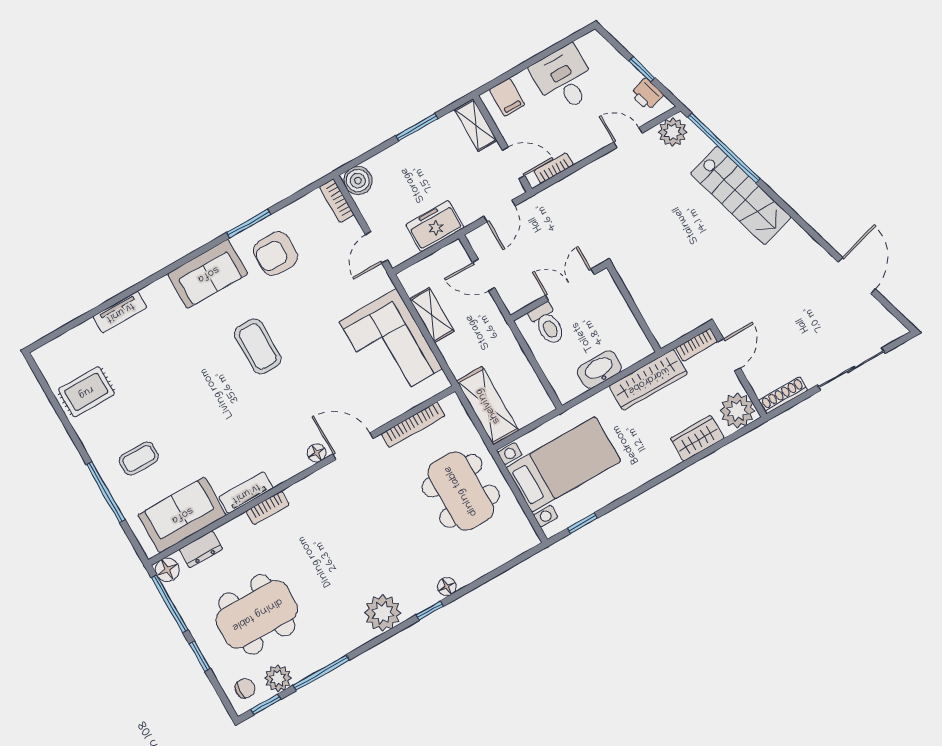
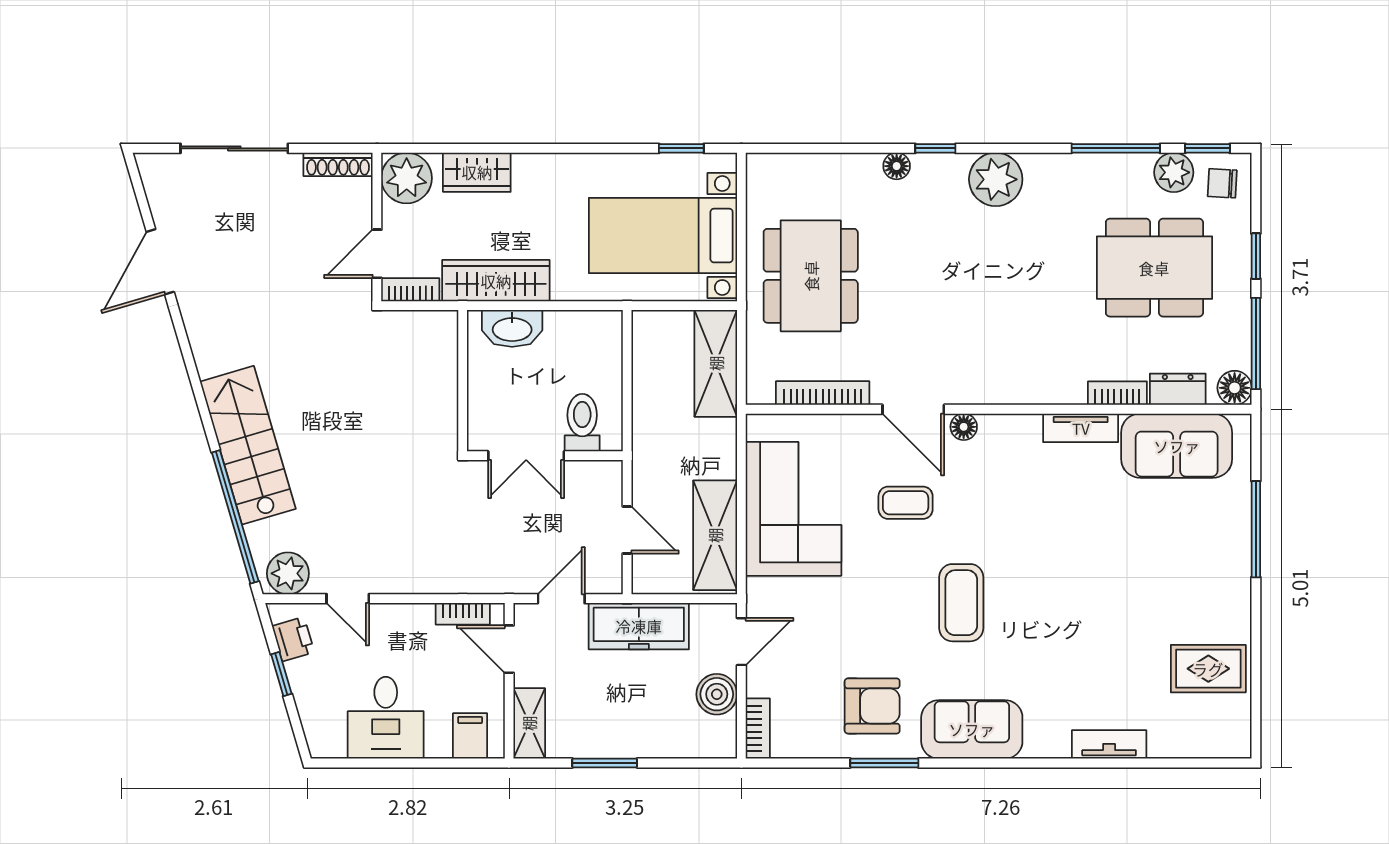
boiler: (358, 181) -> (717, 694), moved
freezer: (435, 226) -> (639, 626), width x1.40
shelving: (432, 315) -> (715, 535), width x1.50, depth x1.33
washbasin: (599, 370) -> (512, 328), moved
coffee table: (139, 458) -> (906, 503), moved
bookcase: (268, 508) -> (1117, 393), moved

